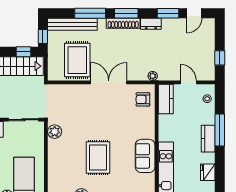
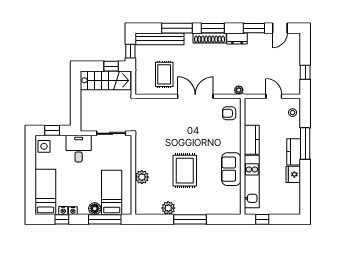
rug: (77, 60) -> (164, 74), width x0.73, depth x0.70
kitchen counter: (166, 99) -> (252, 140), moved
plant: (55, 132) -> (142, 177), moved
fridge: (208, 172) -> (293, 174), moved

